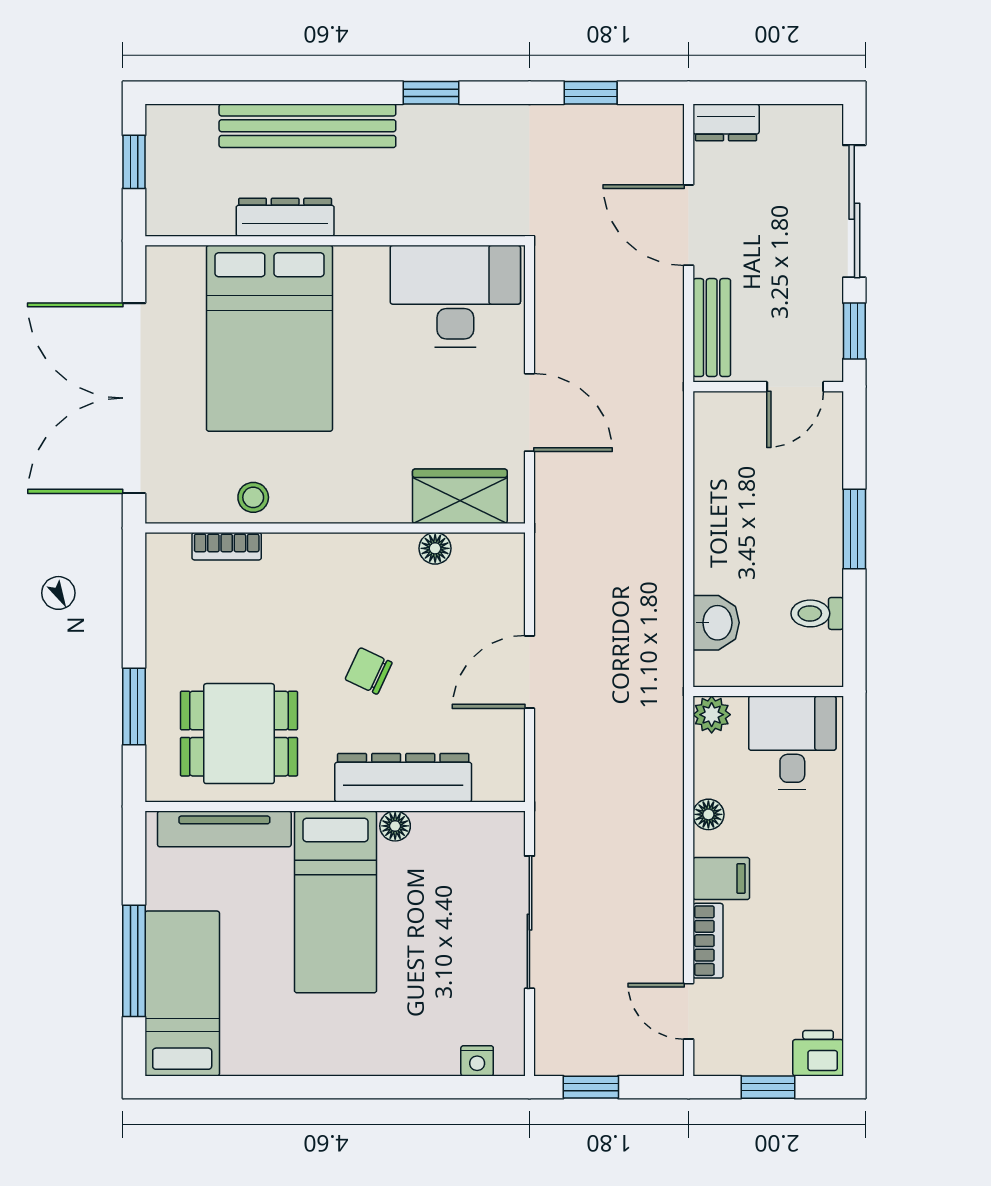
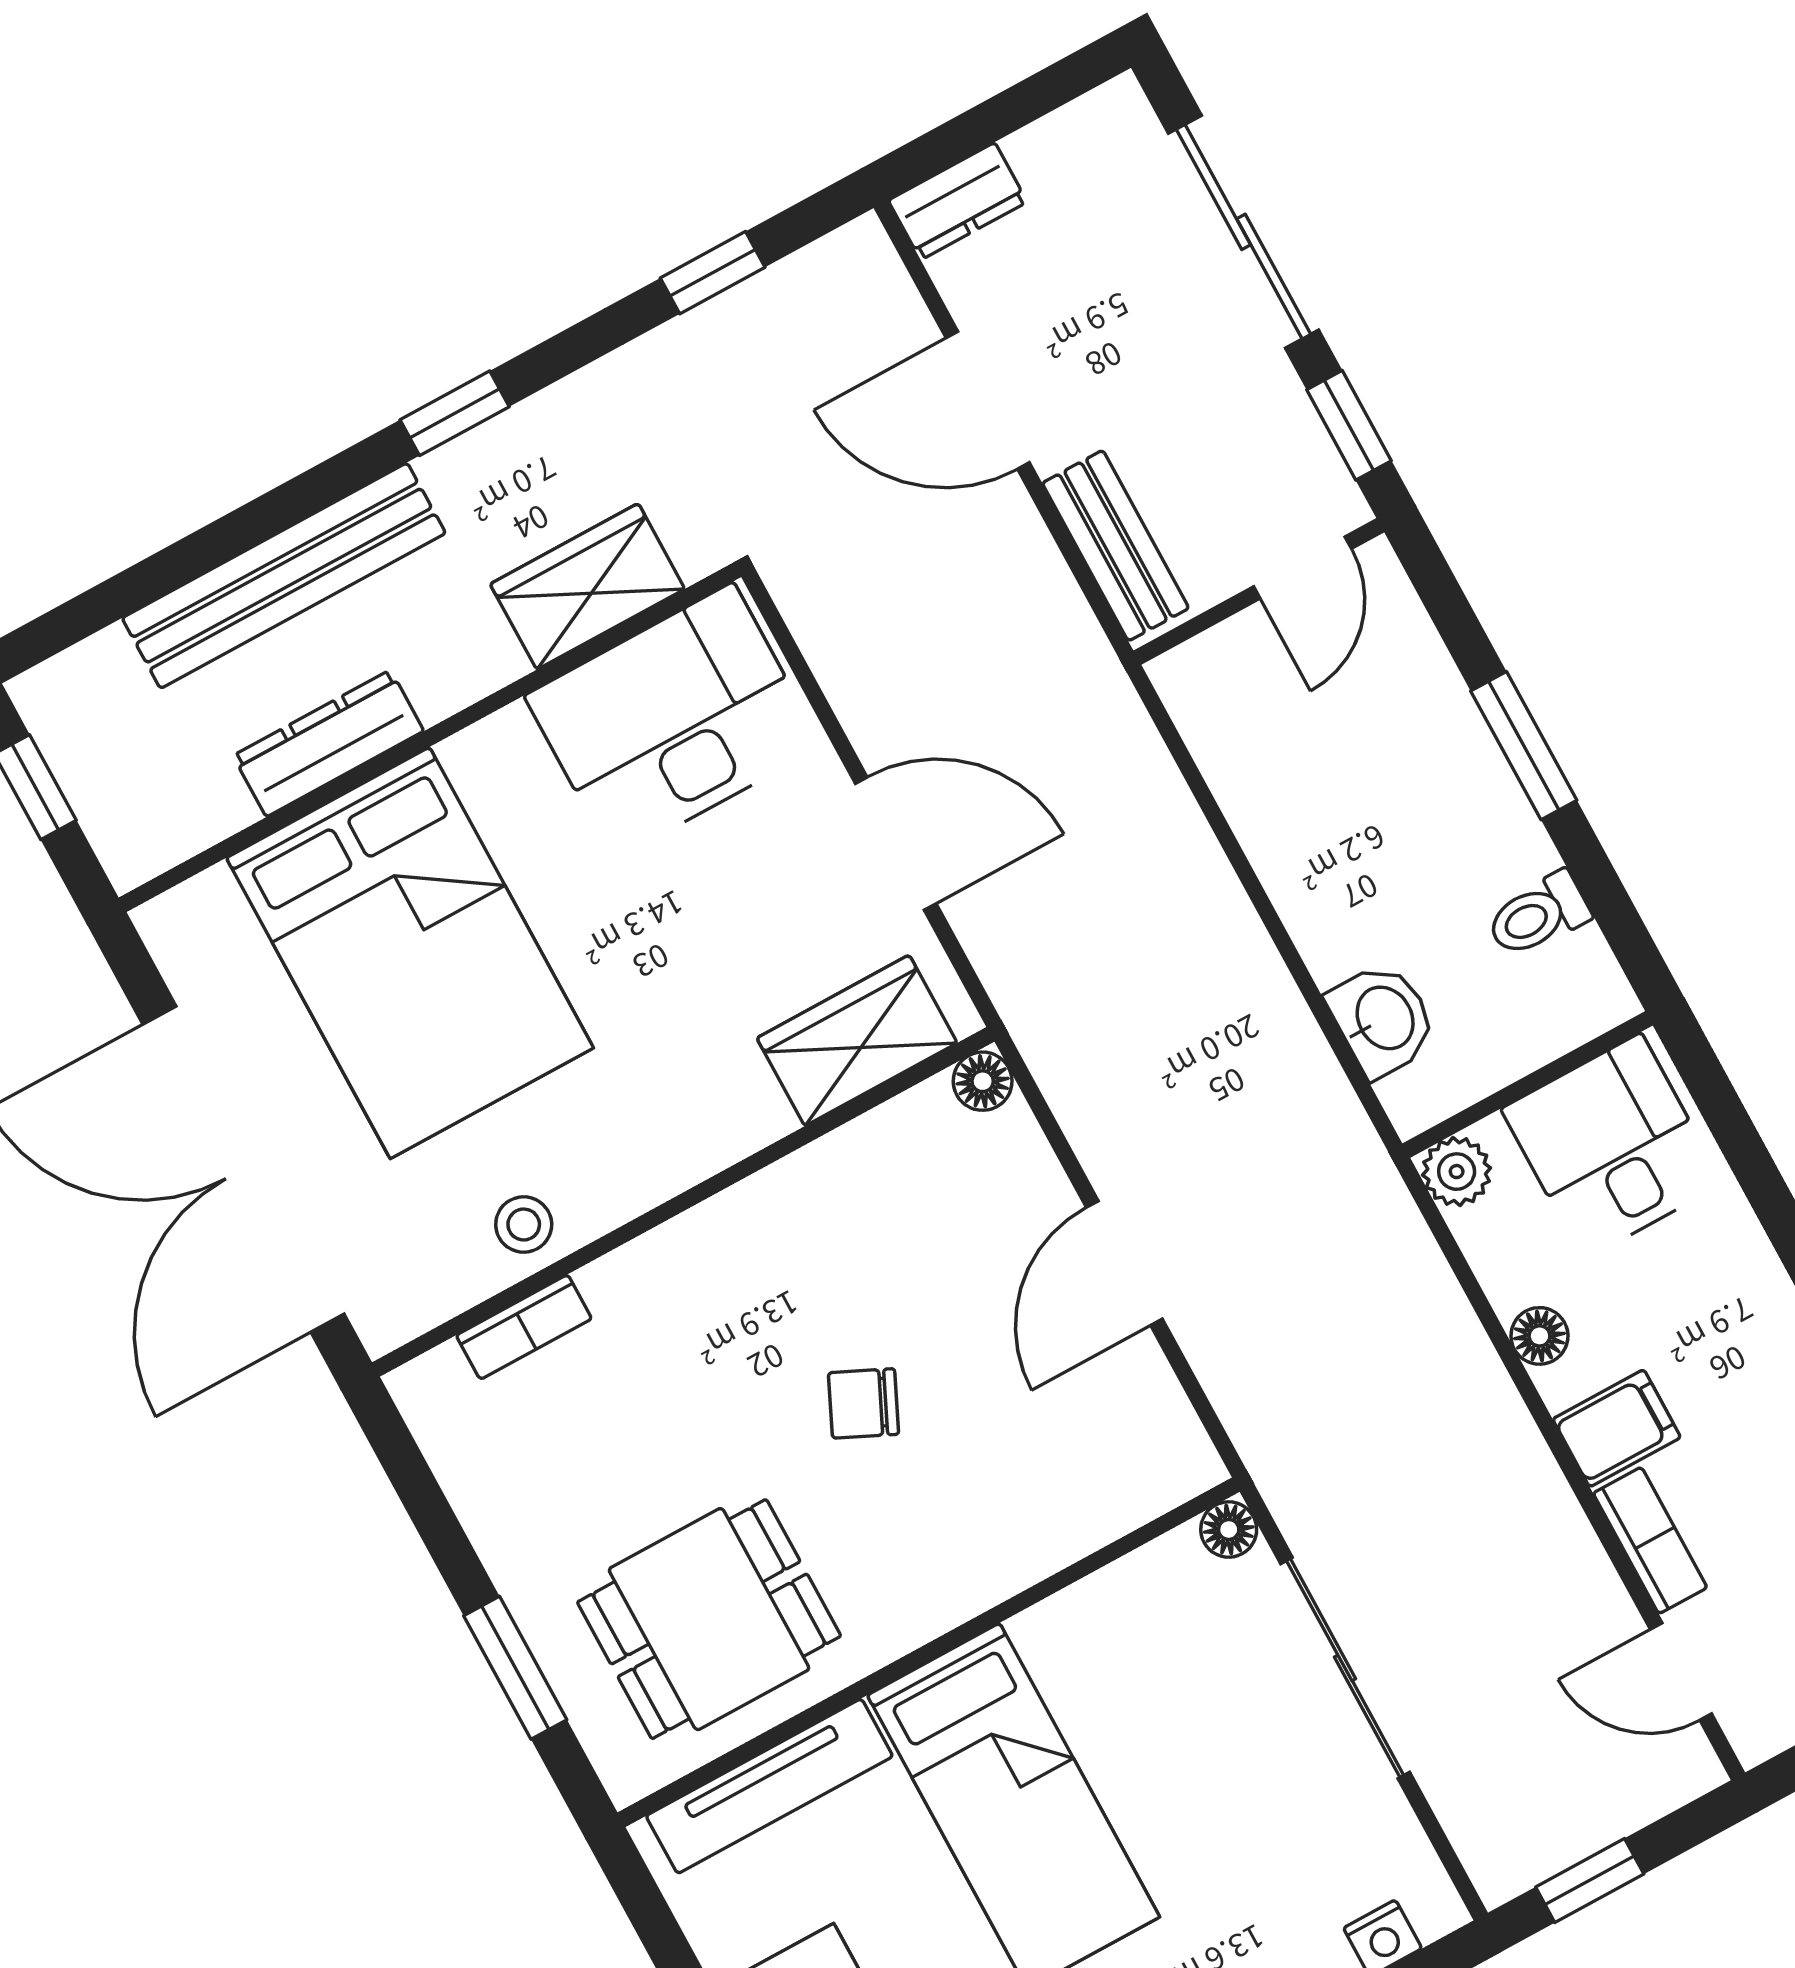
wardrobe: (449, 210) -> (587, 586), added
floor lamp: (435, 548) -> (983, 1081), moved
dresser: (403, 778) -> (1013, 1546), removed
floor lamp: (395, 826) -> (1229, 1529), moved

